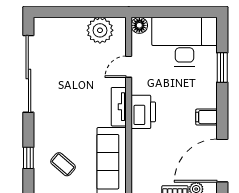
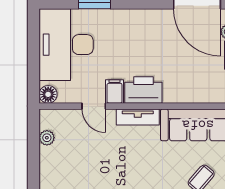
plant: (100, 30) -> (47, 138), width x0.53, depth x0.53
filing cabinet: (206, 117) -> (115, 92), moved, turned 180

